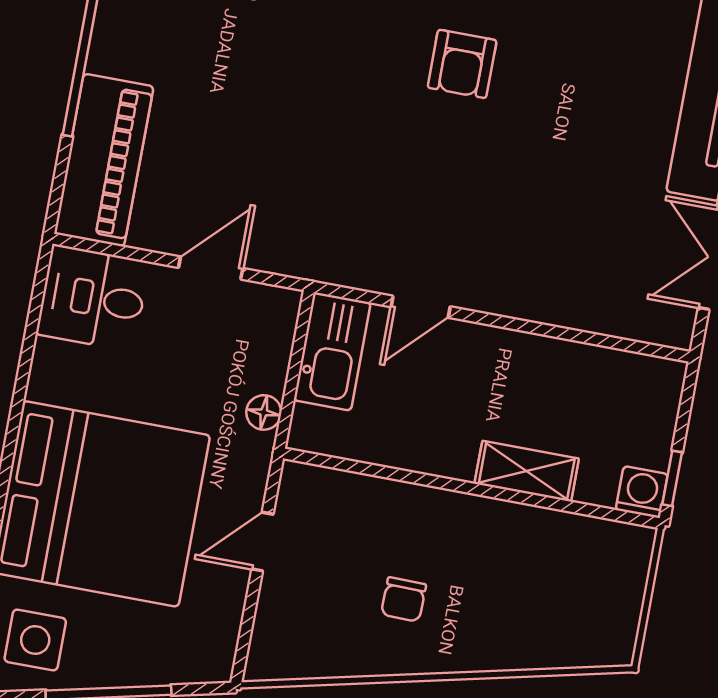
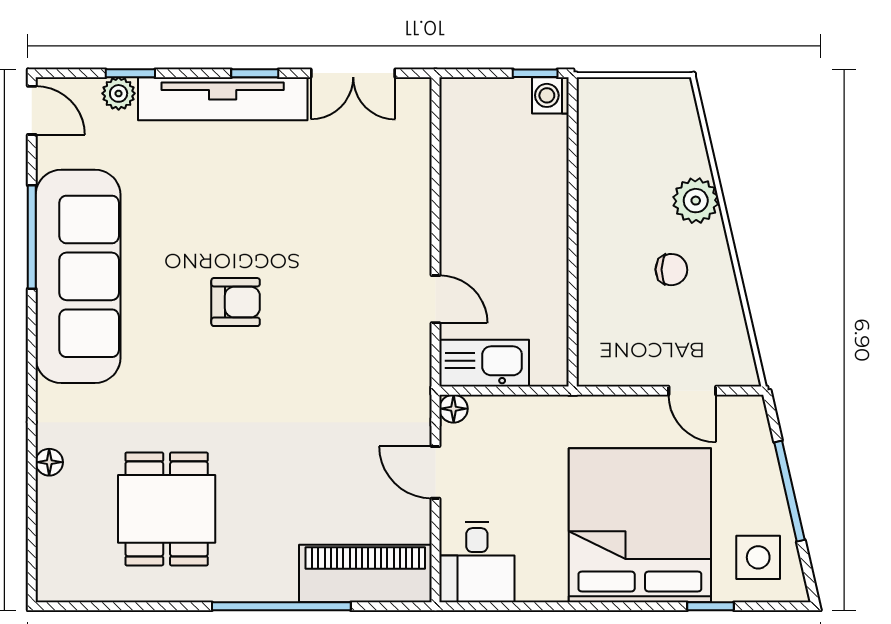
floor lamp: (264, 412) -> (454, 409), moved
shelving: (527, 471) -> (551, 190), removed
door: (262, 542) -> (692, 391), moved
plant: (482, 644) -> (696, 201), added

